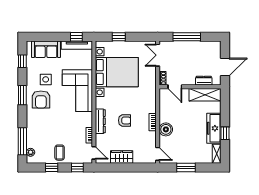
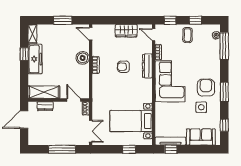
bed with nightstands: (117, 72) -> (131, 121), width x0.73
corner sofa: (77, 91) -> (170, 81), moved

